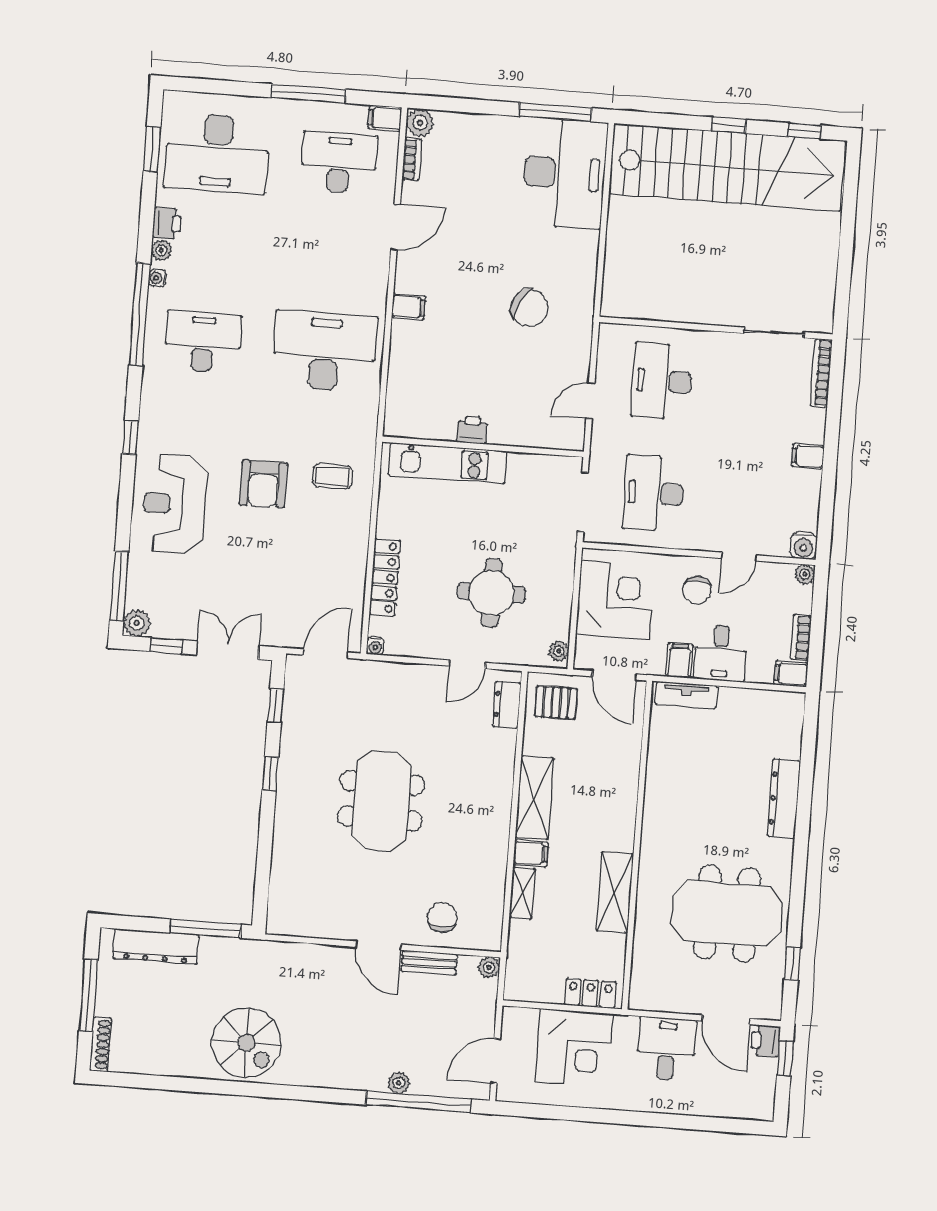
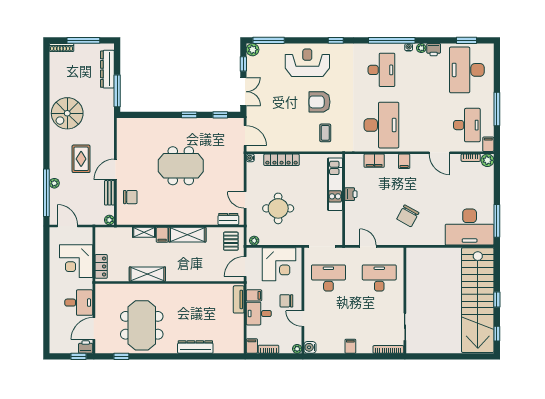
filing cabinet: (402, 373) -> (374, 161), added
rug: (349, 1020) -> (81, 159), added

